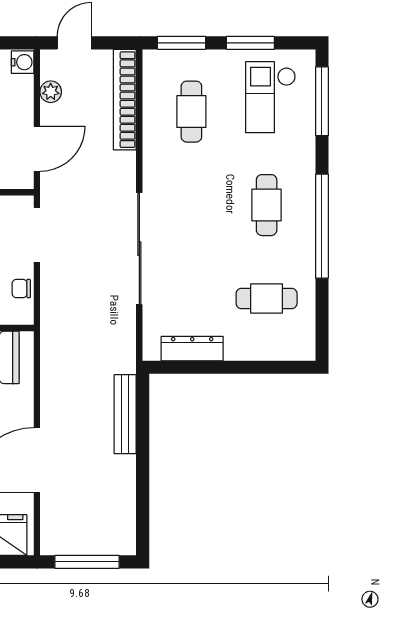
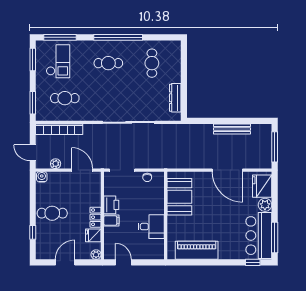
window: (250, 43) -> (33, 59), moved
checkout: (270, 97) -> (58, 61), turned -90
bench: (125, 414) -> (232, 129), moved

